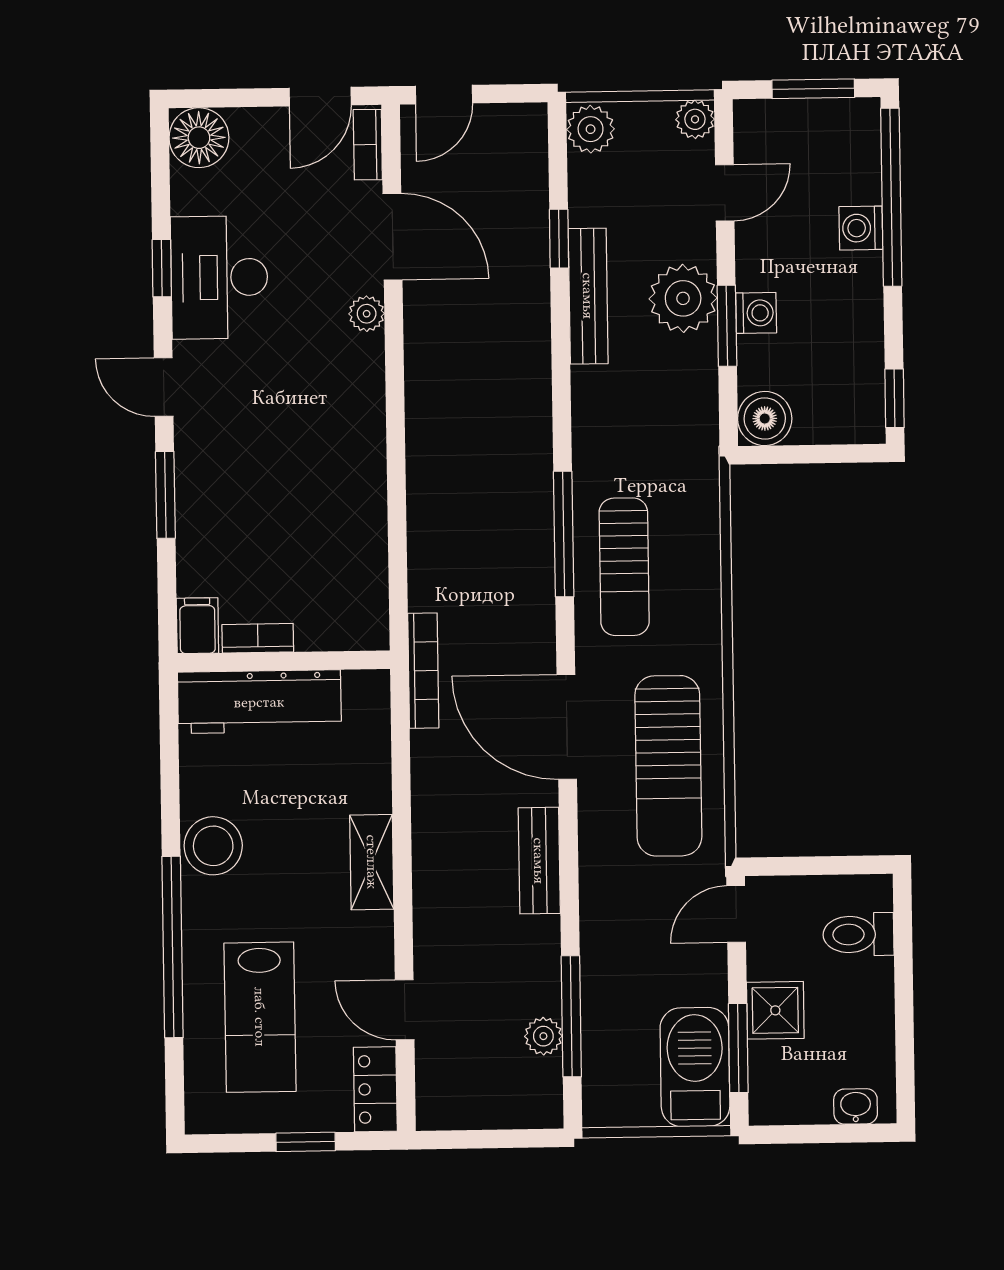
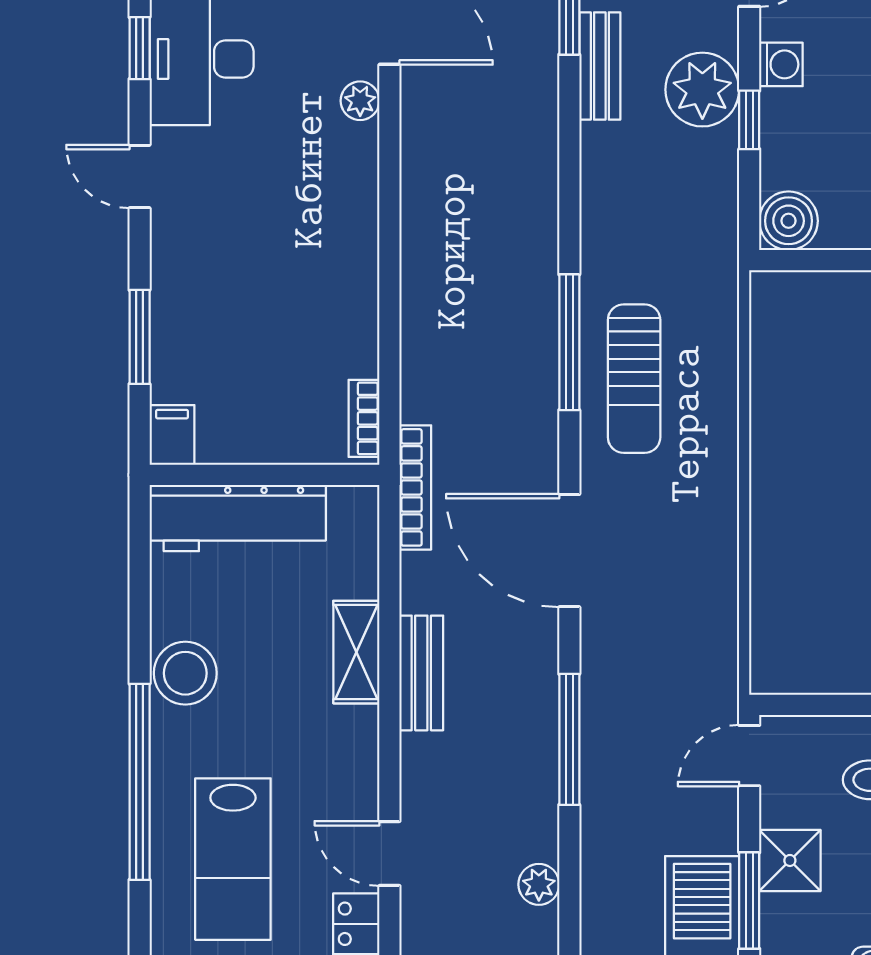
bench: (588, 296) -> (600, 66), width x0.73
washing machine: (756, 313) -> (781, 64), moved
window: (727, 326) -> (749, 120), width x0.67
window: (165, 495) -> (140, 337), moved
bookcase: (258, 638) -> (364, 418), moved, turned -90
sun lounger: (668, 766) -> (678, 594), removed
bench: (539, 861) -> (421, 673), moved
shelving: (372, 862) -> (356, 652), moved
window: (571, 1016) -> (569, 739), moved

